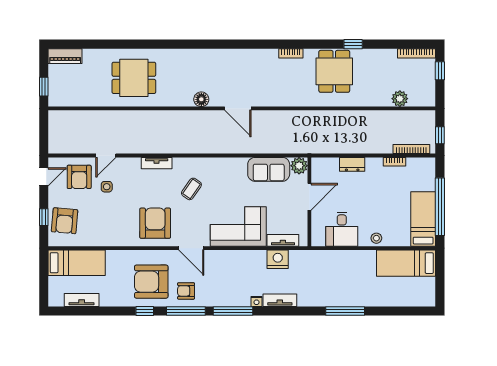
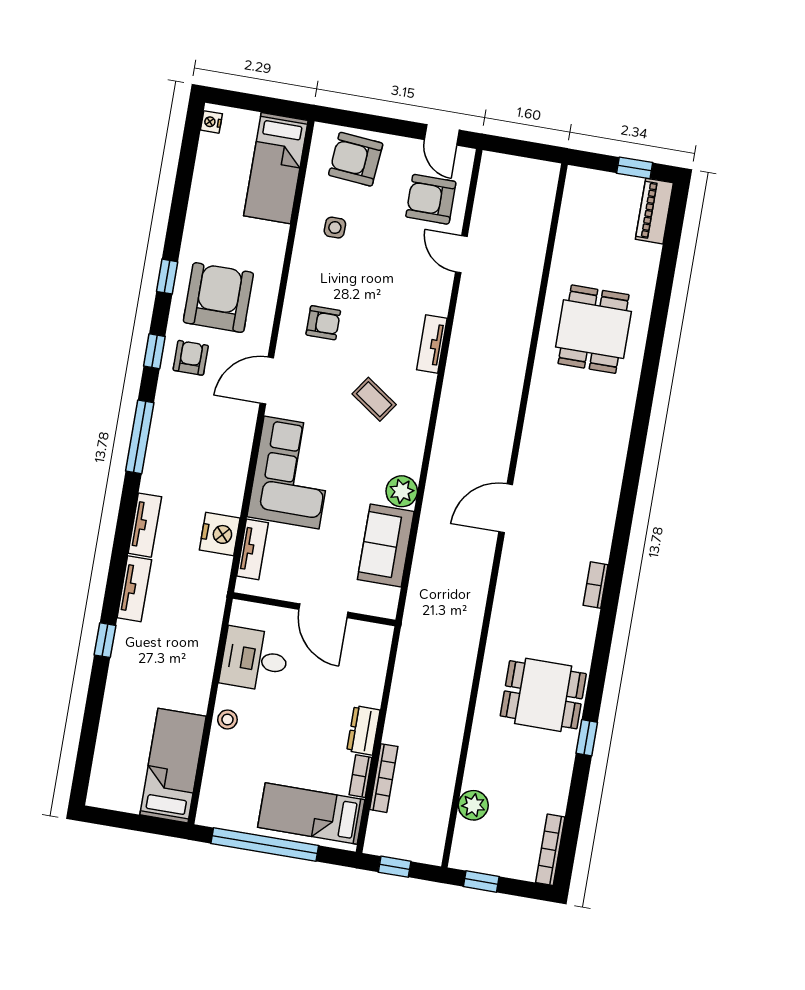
bookcase: (291, 53) -> (596, 585), moved
window: (440, 71) -> (481, 881), moved
window: (44, 87) -> (635, 168), moved
floor lamp: (201, 99) -> (534, 445), removed
bookcase: (411, 149) -> (384, 778), moved
dresser: (352, 164) -> (363, 730), moved
plant: (299, 166) -> (402, 491), moved
side table: (107, 187) -> (335, 228), moved
window: (44, 217) -> (369, 122), removed
bed: (423, 219) -> (311, 814), moved, turned 180
armchair: (155, 223) -> (323, 323), width x0.53, depth x0.53
tv unit: (82, 300) -> (134, 589), moved
nightstand: (257, 301) -> (211, 122), moved
window: (186, 311) -> (154, 351), width x0.46
window: (345, 311) -> (105, 640), width x0.46

